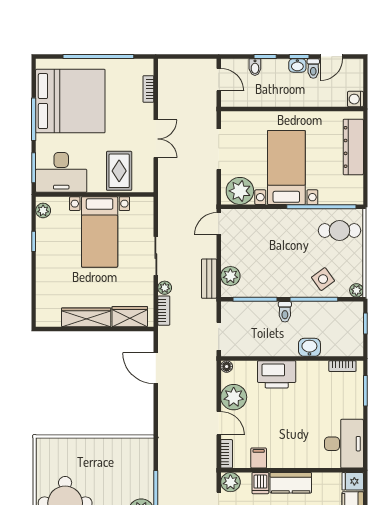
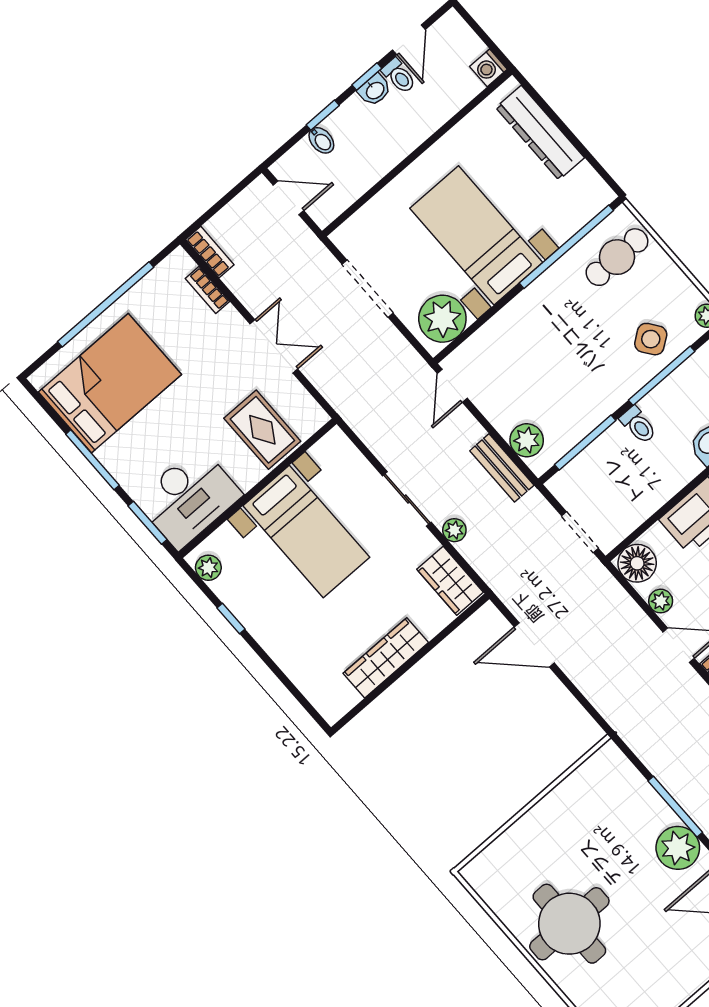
bed: (70, 101) -> (110, 383), width x0.73
bookcase: (164, 311) -> (210, 252), moved
wardrobe: (130, 317) -> (450, 581), moved, turned -90
floor lamp: (227, 367) -> (637, 563), width x1.89, depth x1.89
plant: (234, 397) -> (661, 601), width x0.53, depth x0.53

